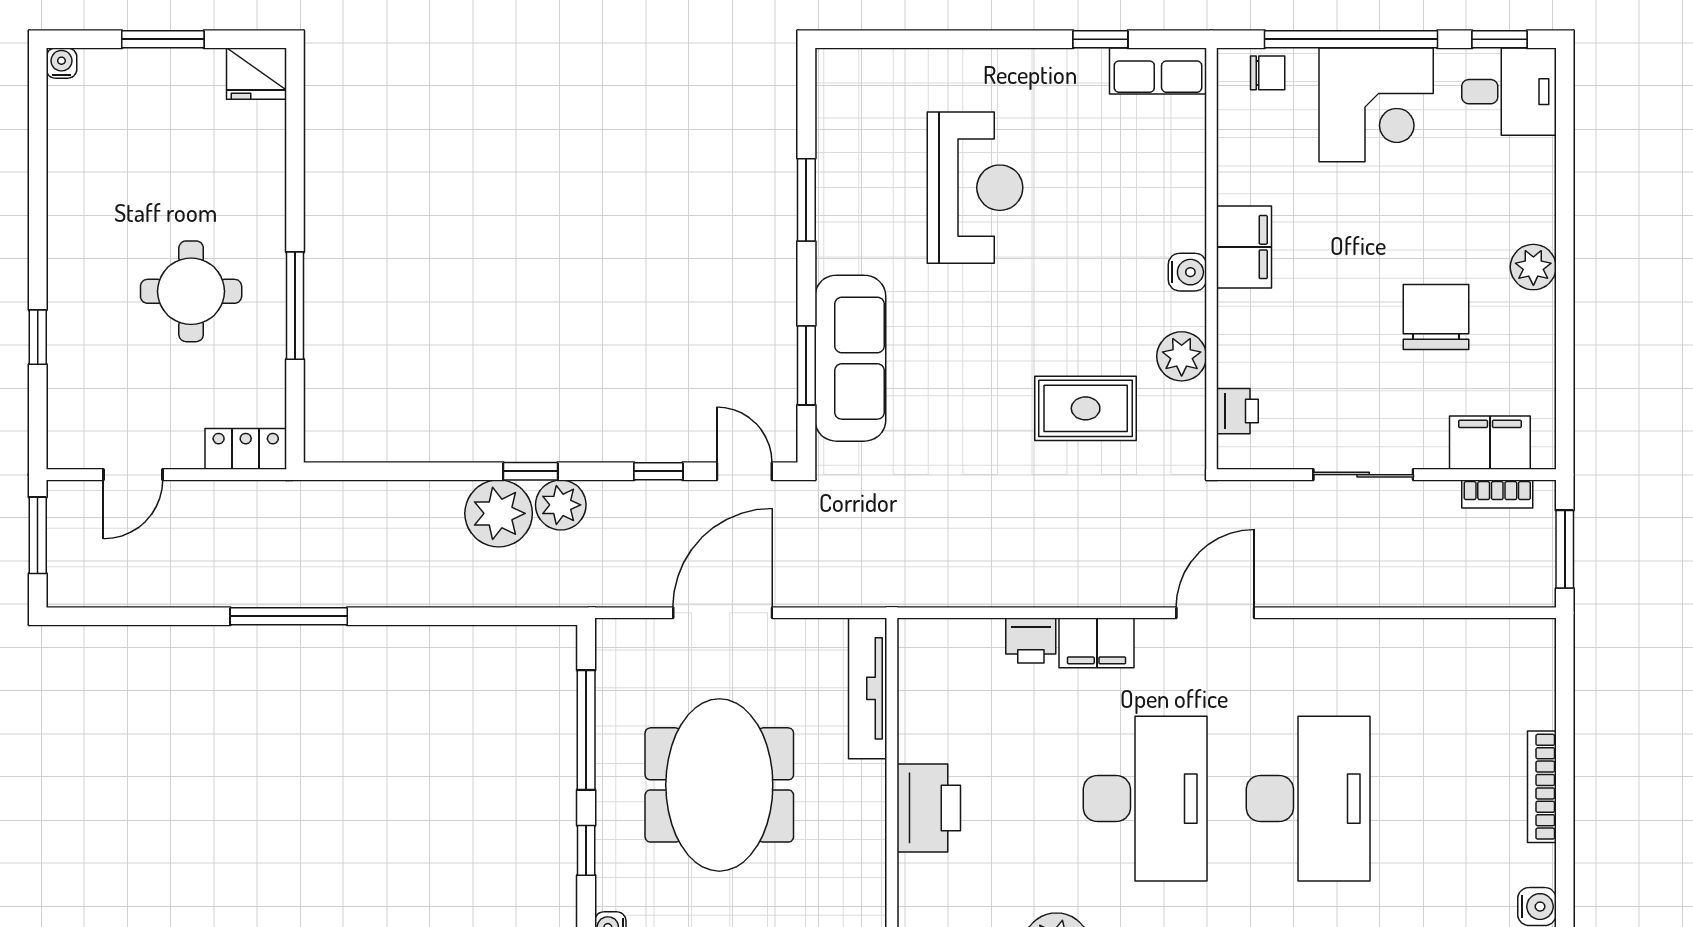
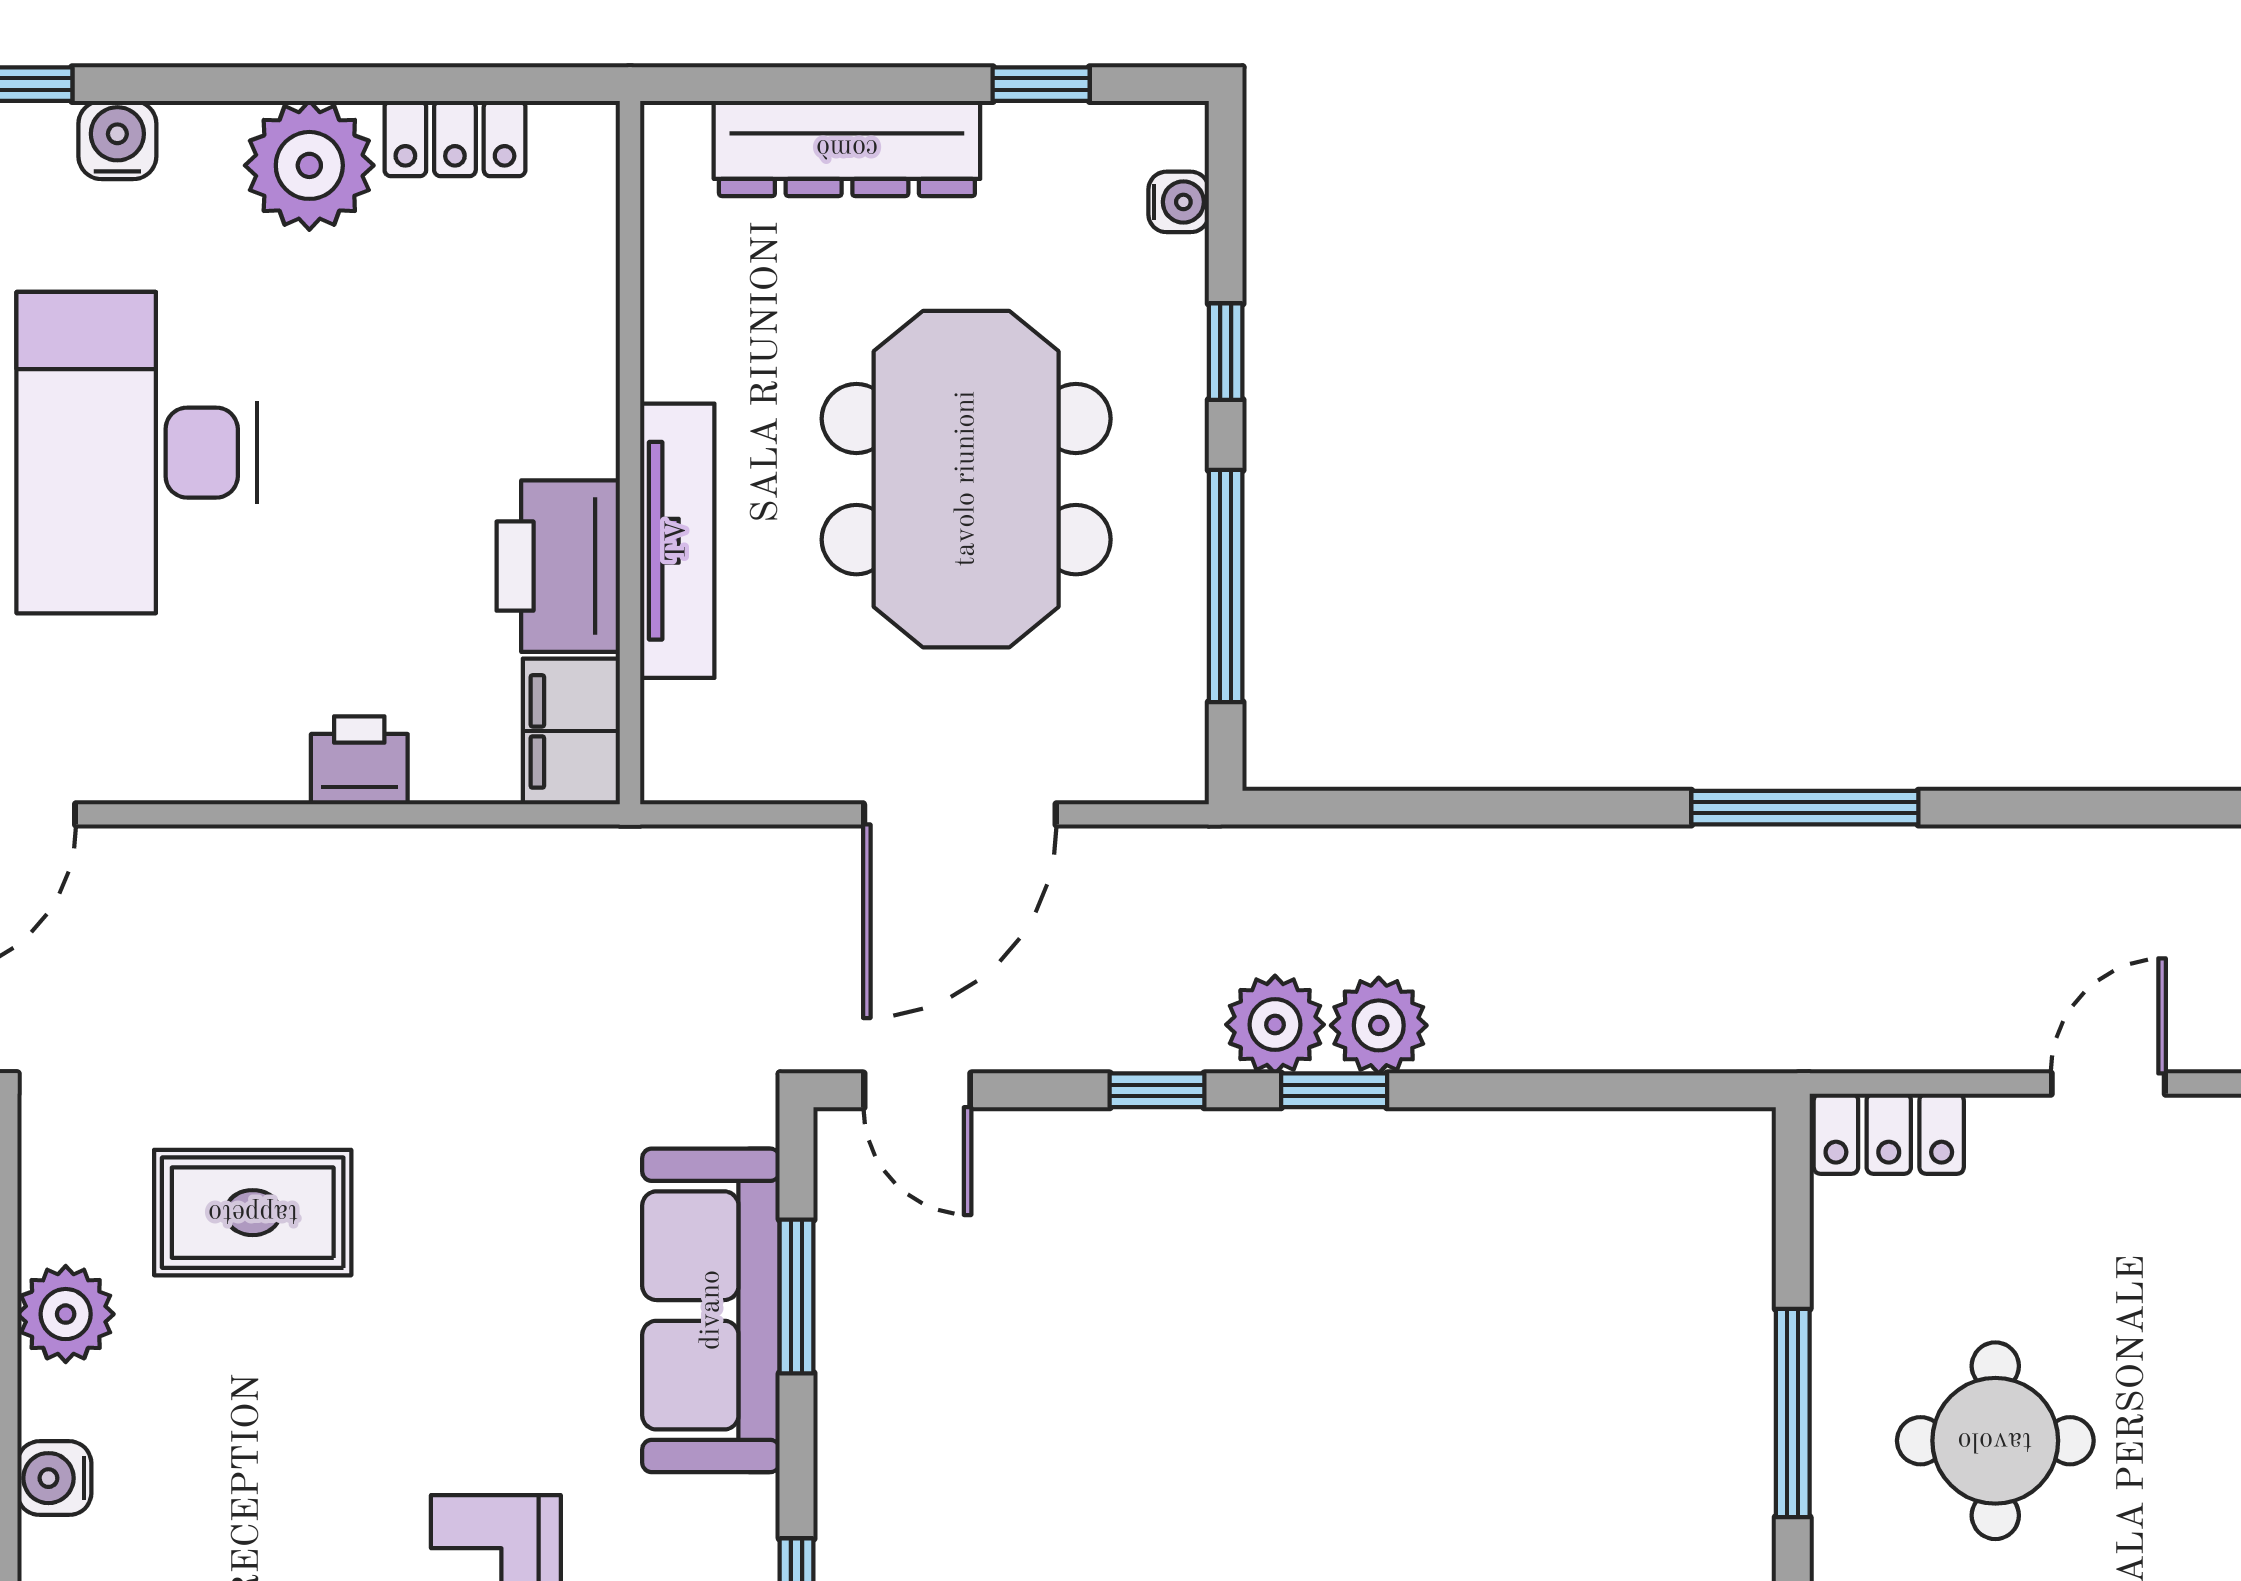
window: (658, 471) -> (1157, 1090), moved
plant: (499, 513) -> (1379, 1025), width x0.73, depth x0.73
filing cabinet: (1097, 643) -> (571, 731), moved, turned -90
tv unit: (868, 688) -> (677, 541), moved
printer: (929, 808) -> (558, 566), moved

